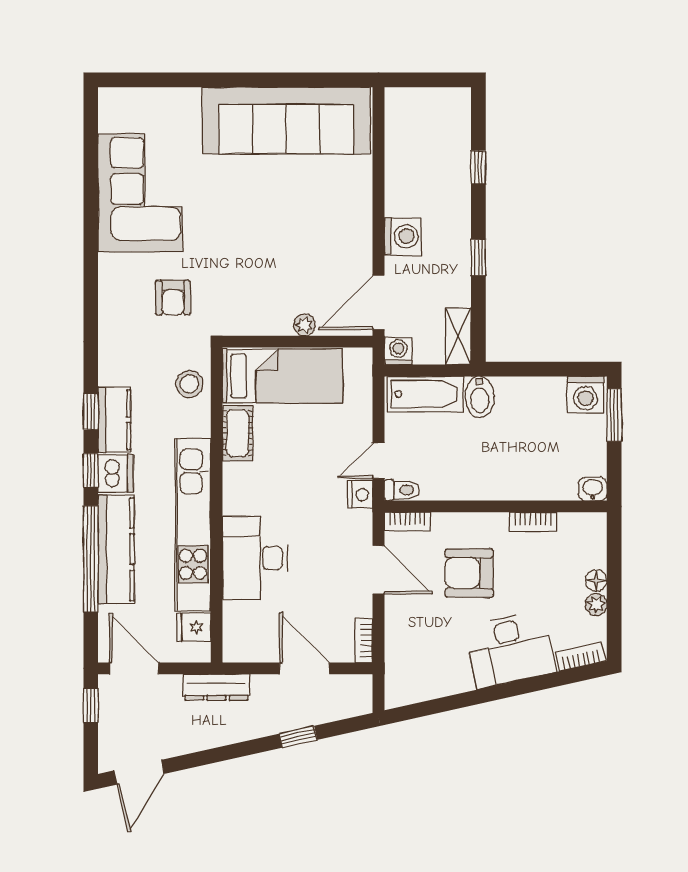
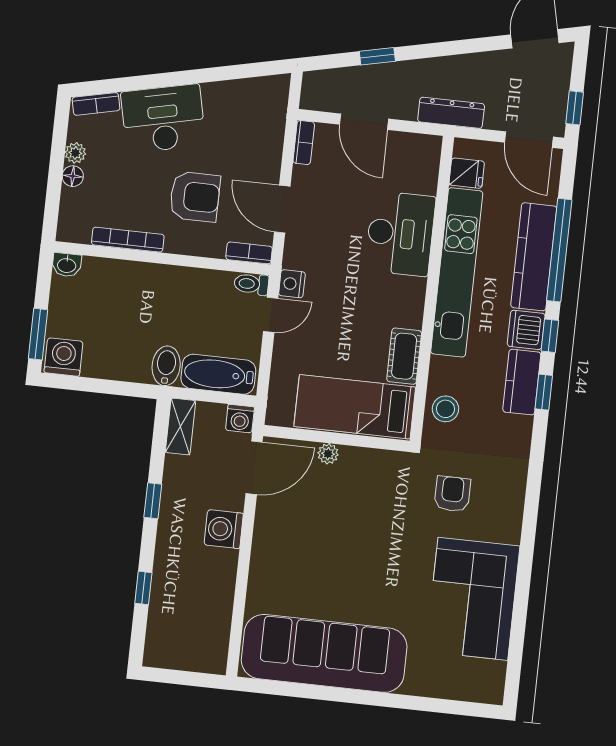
bookcase: (533, 522) -> (128, 240), width x1.56

